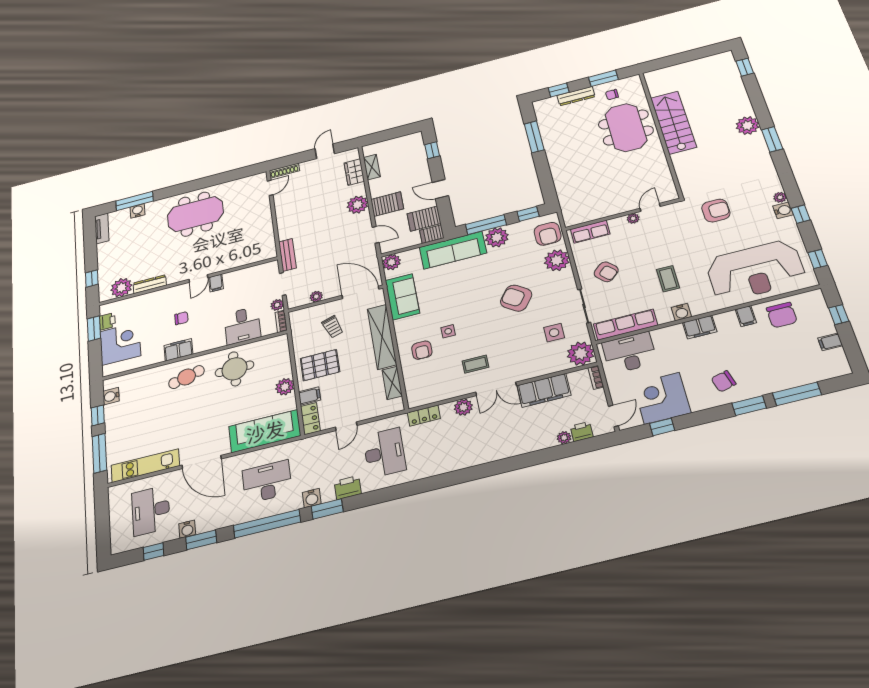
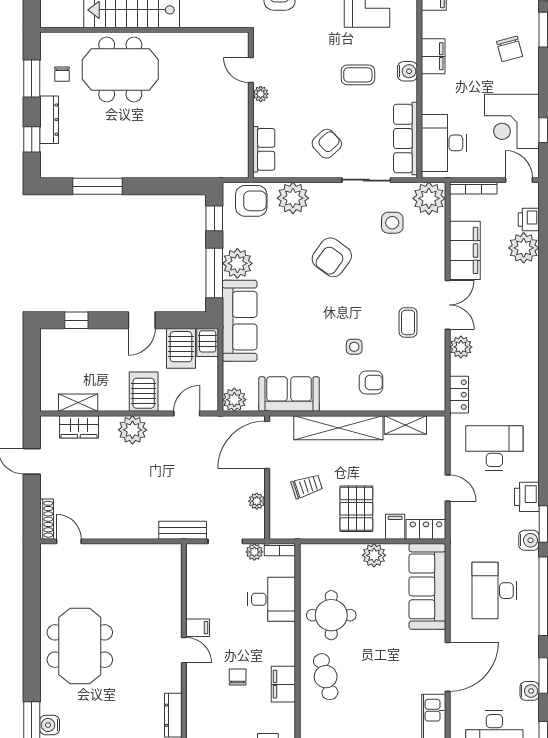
bookcase: (596, 377) -> (473, 188), width x1.56
plant: (564, 438) -> (524, 248), width x1.88, depth x1.88

